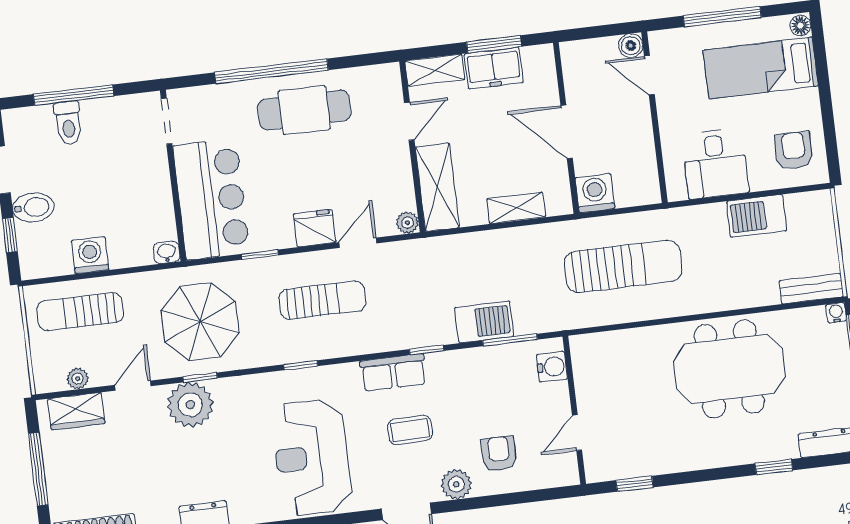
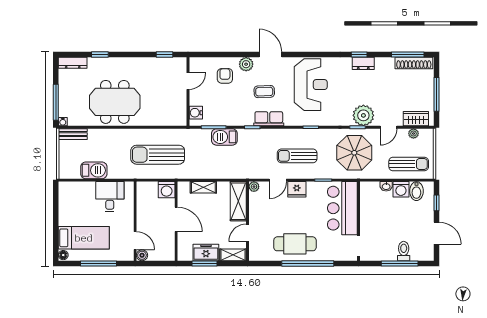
armchair: (794, 151) -> (73, 198), removed
bidet: (33, 207) -> (416, 191), moved, turned -90
washbasin: (167, 252) -> (386, 186), moved
armchair: (499, 454) -> (225, 76), turned 180

